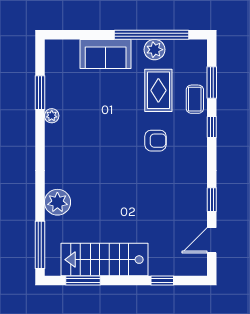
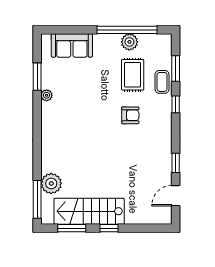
sofa: (106, 54) -> (72, 45), moved
plant: (57, 202) -> (51, 183), moved
window: (162, 281) -> (109, 228), moved

